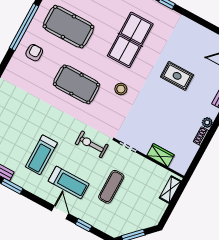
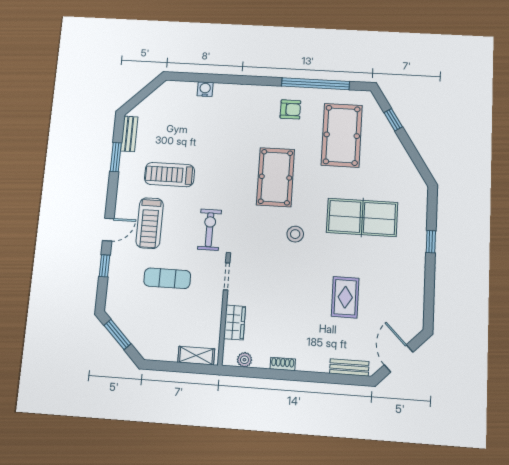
plant: (207, 122) -> (244, 360), moved

